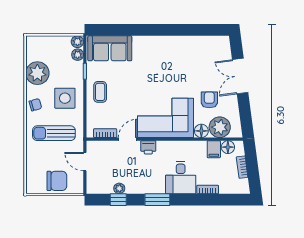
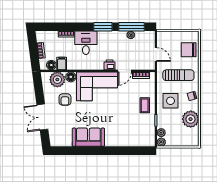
sofa: (110, 48) -> (88, 137), moved
double door: (240, 76) -> (42, 117), swing flipped
chair: (57, 181) -> (189, 50), moved
window: (118, 200) -> (132, 27), width x2.17

